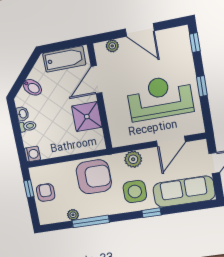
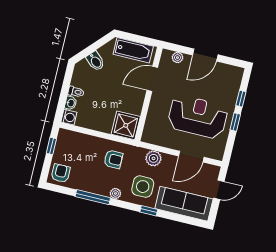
door: (140, 30) -> (205, 55), hinge flipped
window: (195, 43) -> (241, 99), moved
washbasin: (23, 114) -> (71, 103), moved
shower: (87, 117) -> (126, 125), moved
armchair: (94, 177) -> (113, 159), width x0.53, depth x0.53
armchair: (46, 193) -> (61, 173), moved
plant: (73, 215) -> (115, 193), moved

